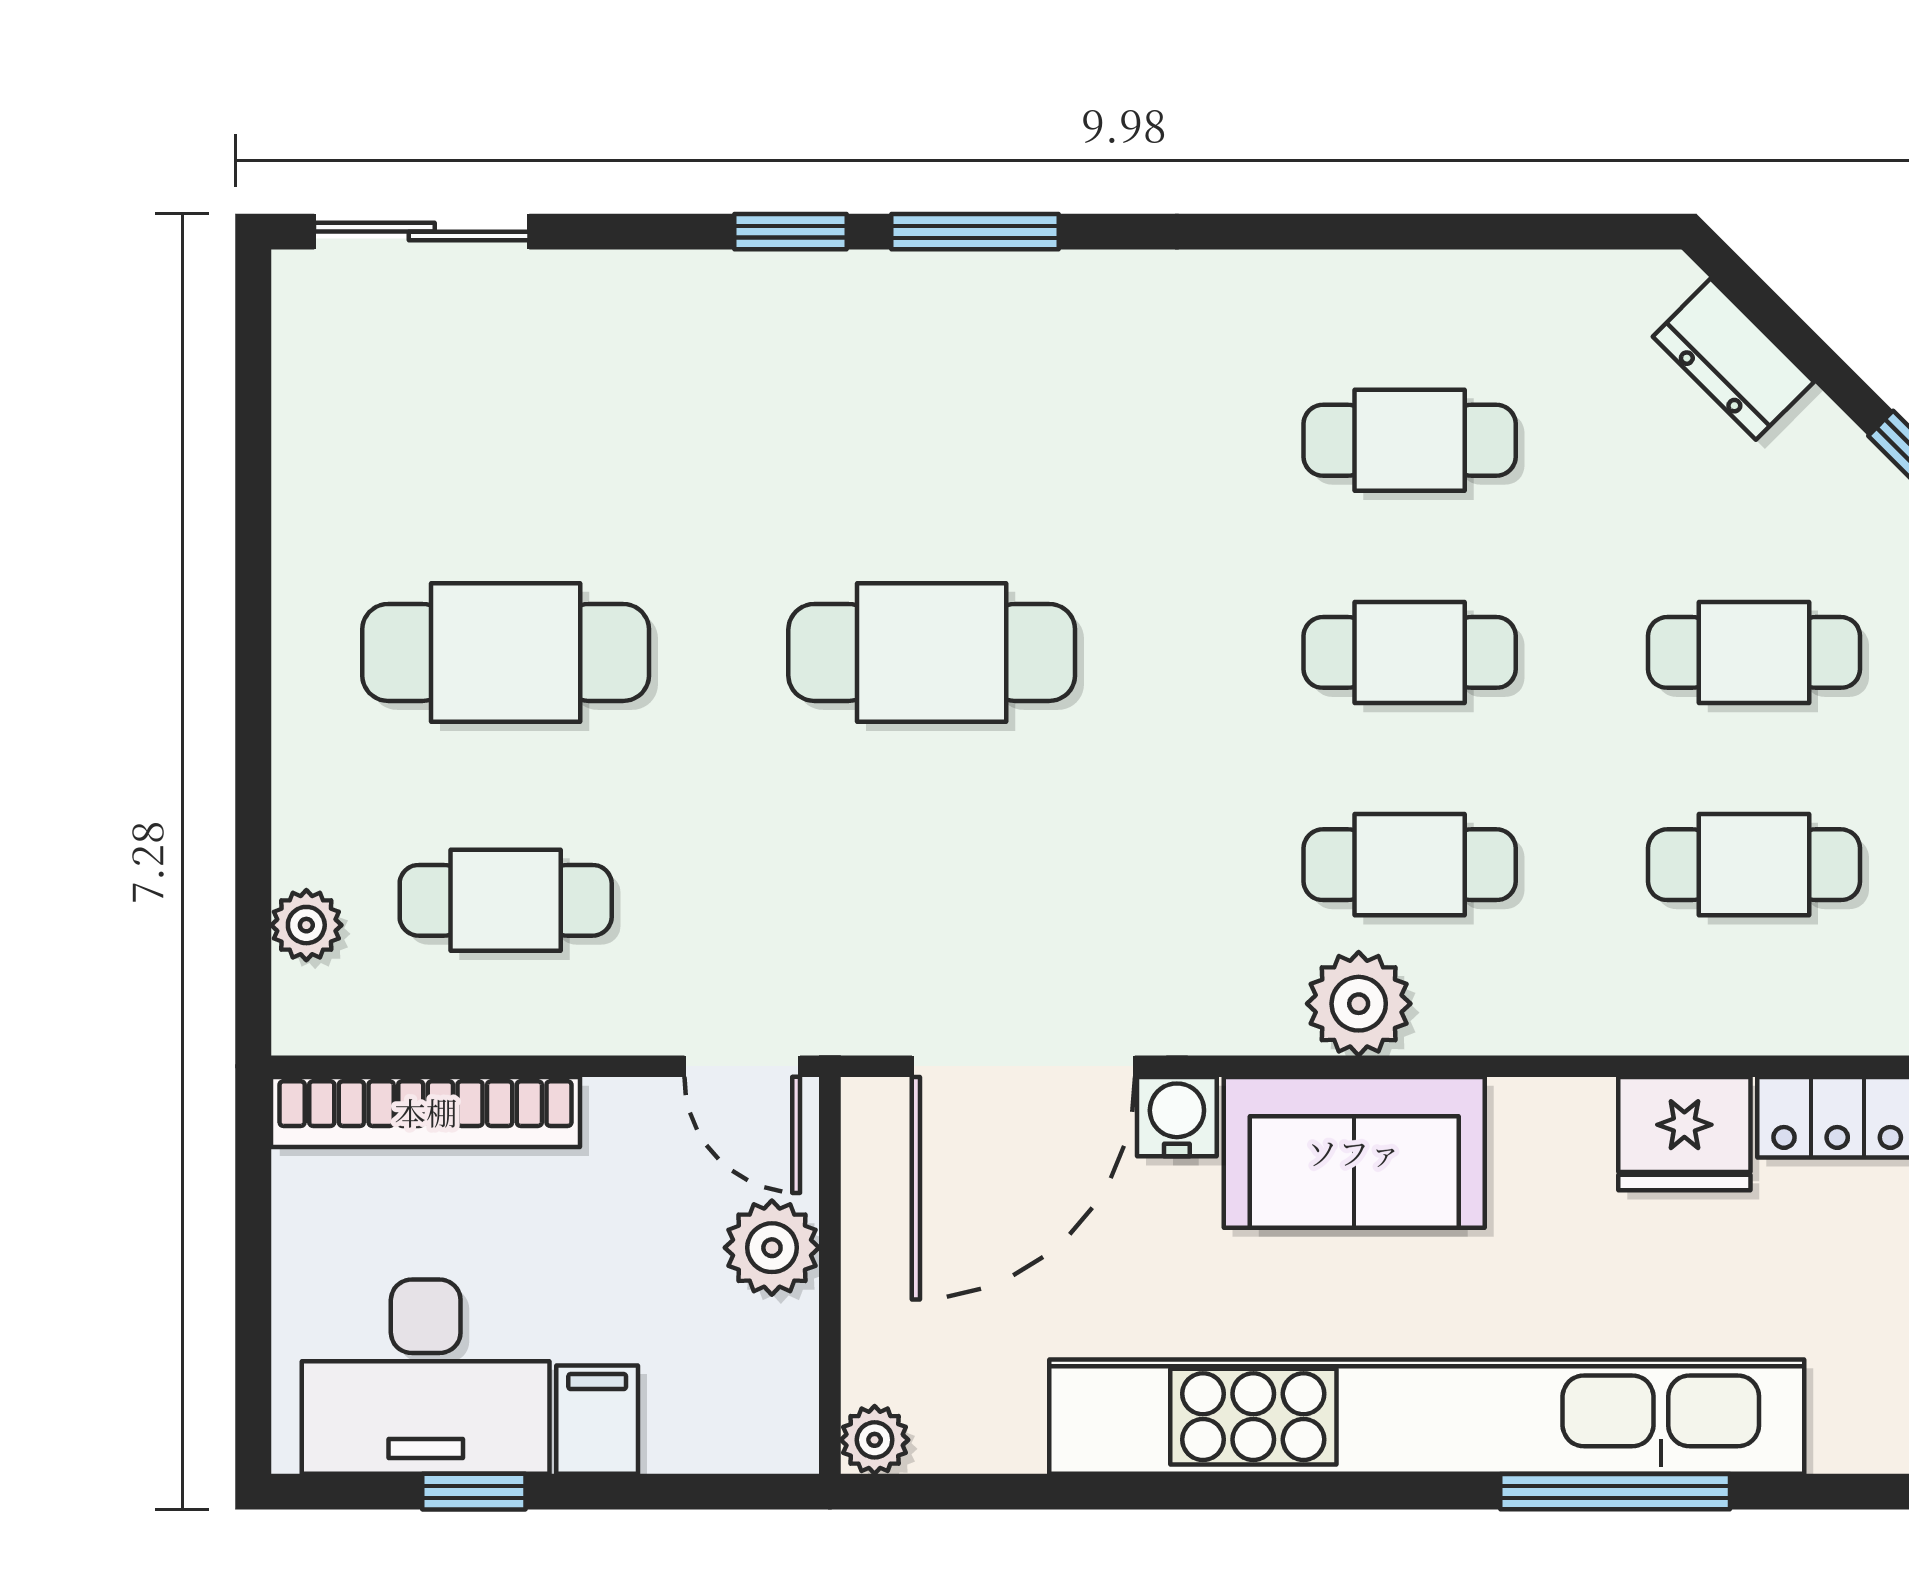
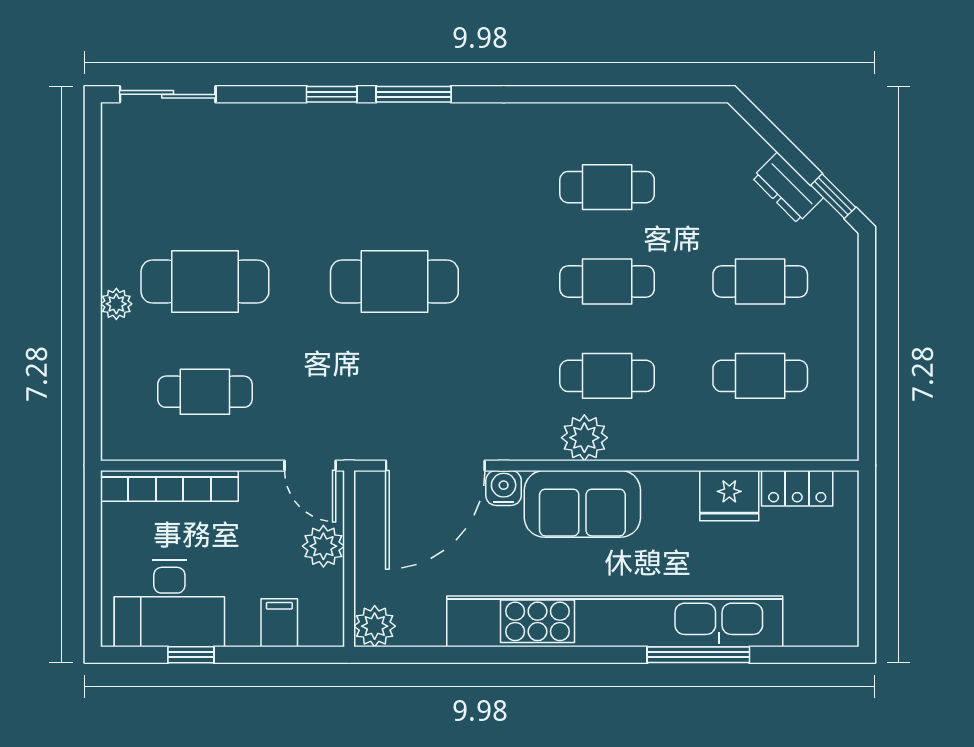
dresser: (1733, 359) -> (788, 188), moved
plant: (306, 925) -> (116, 304), moved
filing cabinet: (597, 1420) -> (279, 623), moved
plant: (875, 1440) -> (375, 626), width x1.38, depth x1.38

